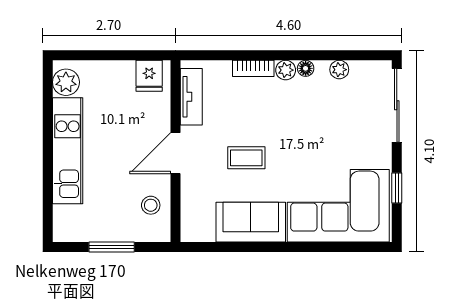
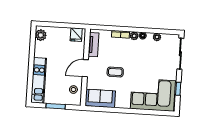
kitchen unit: (68, 151) -> (39, 80), moved
sofa: (251, 222) -> (100, 98), moved

